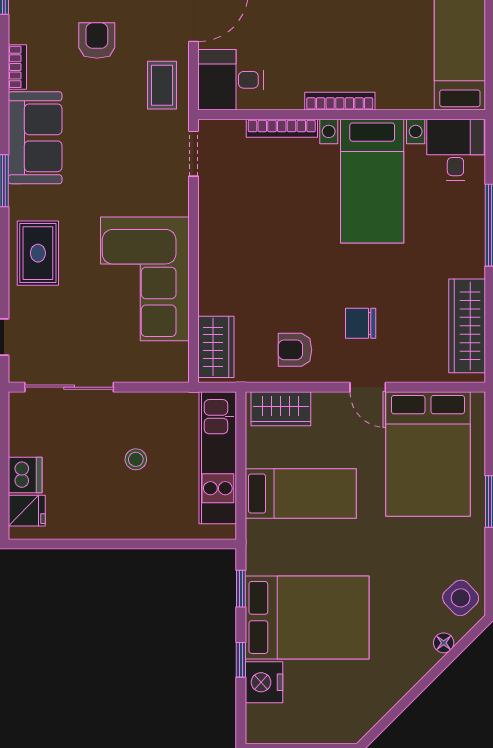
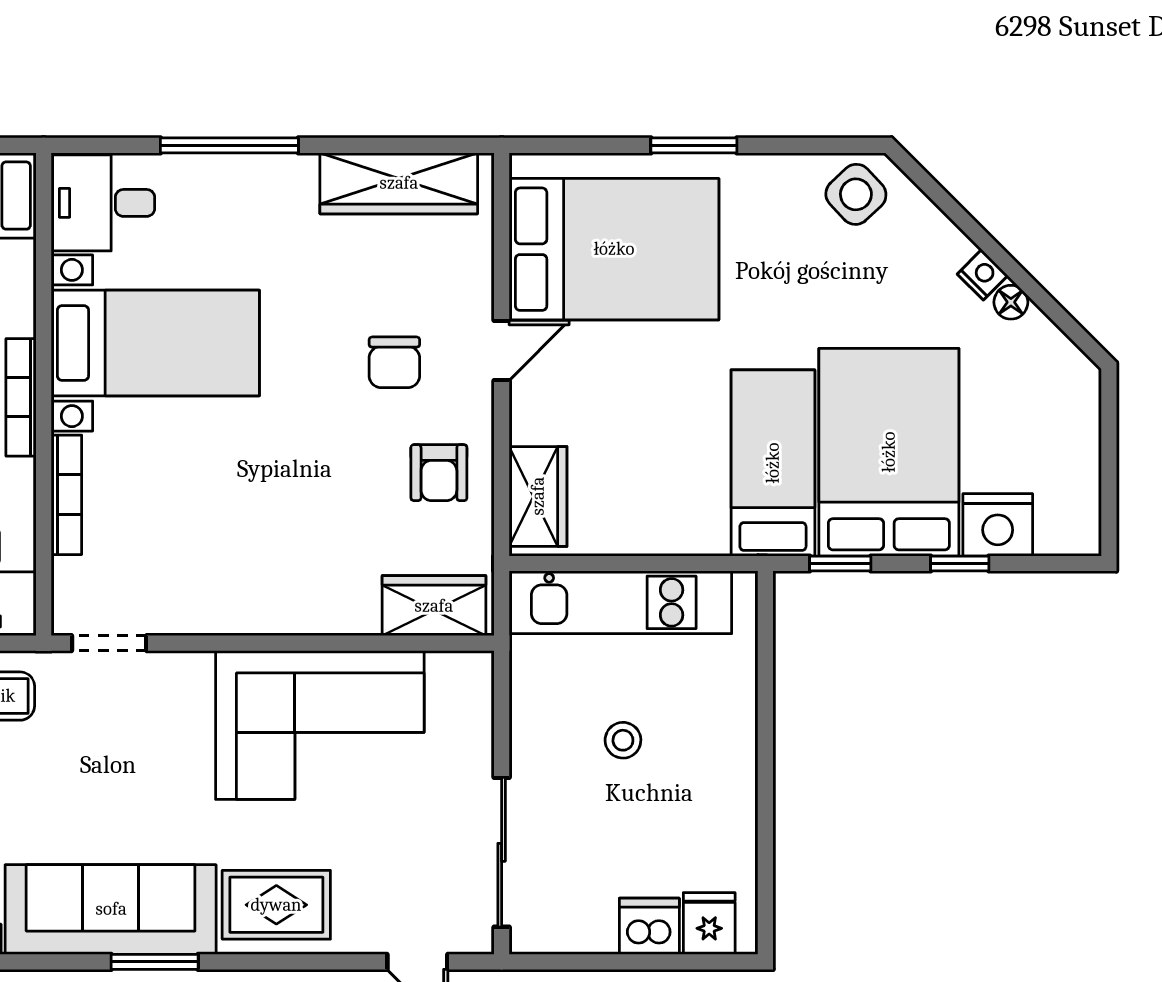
sofa: (35, 138) -> (111, 909), width x1.36
bed: (301, 494) -> (773, 463), moved
floor lamp: (444, 643) -> (1011, 302), moved
nightstand: (413, 673) -> (983, 275), added

